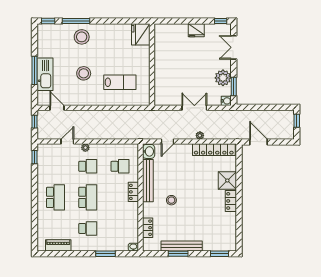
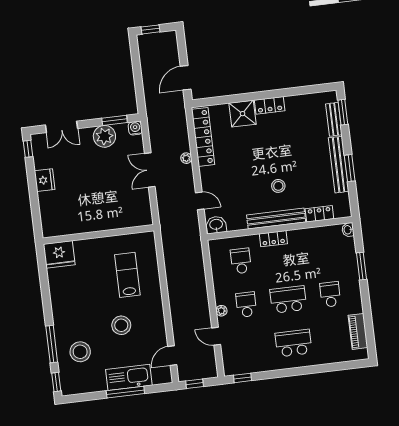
stool: (82, 37) -> (80, 352), moved
bench: (148, 181) -> (276, 219), moved
bench: (215, 246) -> (334, 119), added

